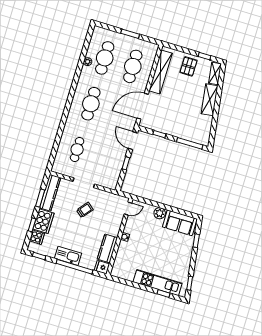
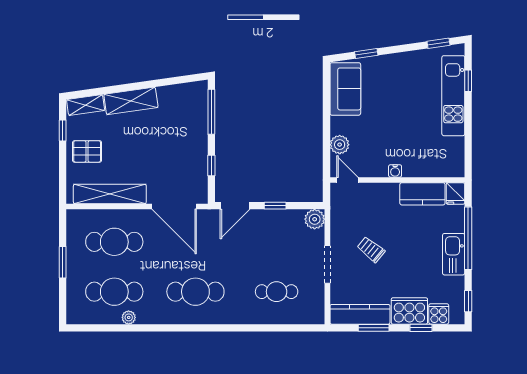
plant: (111, 183) -> (315, 219), added
plant: (160, 213) -> (340, 145), moved

